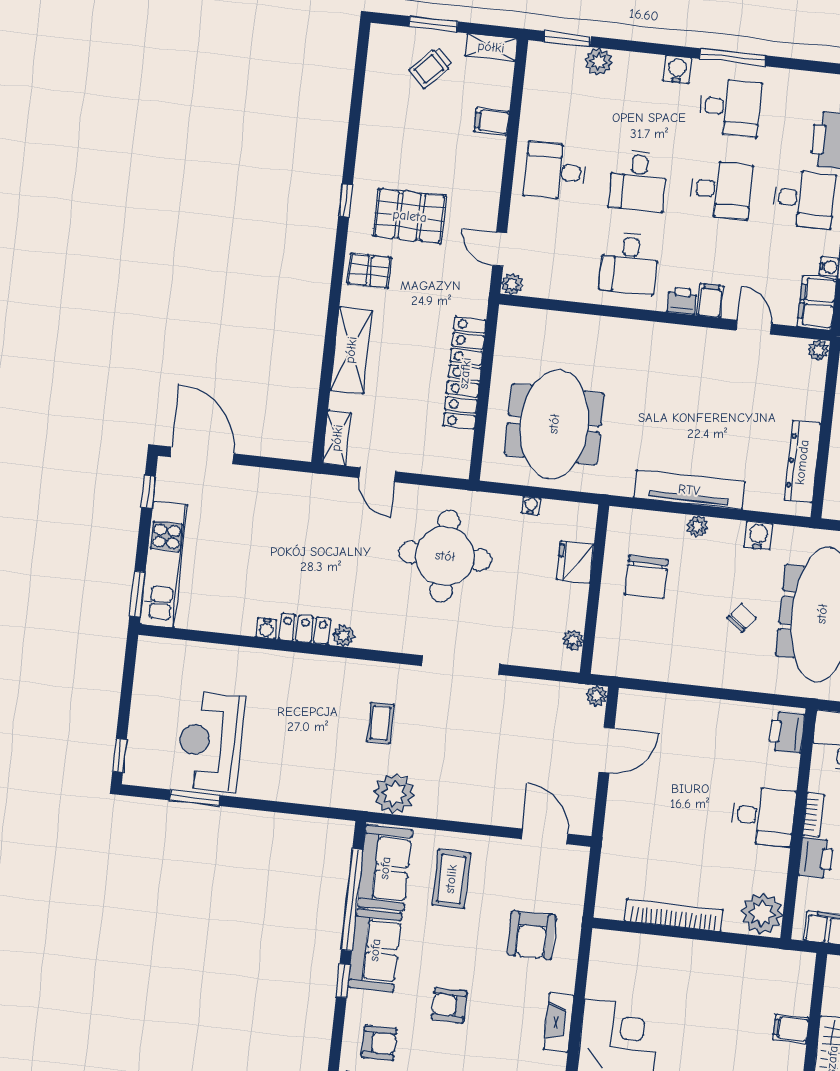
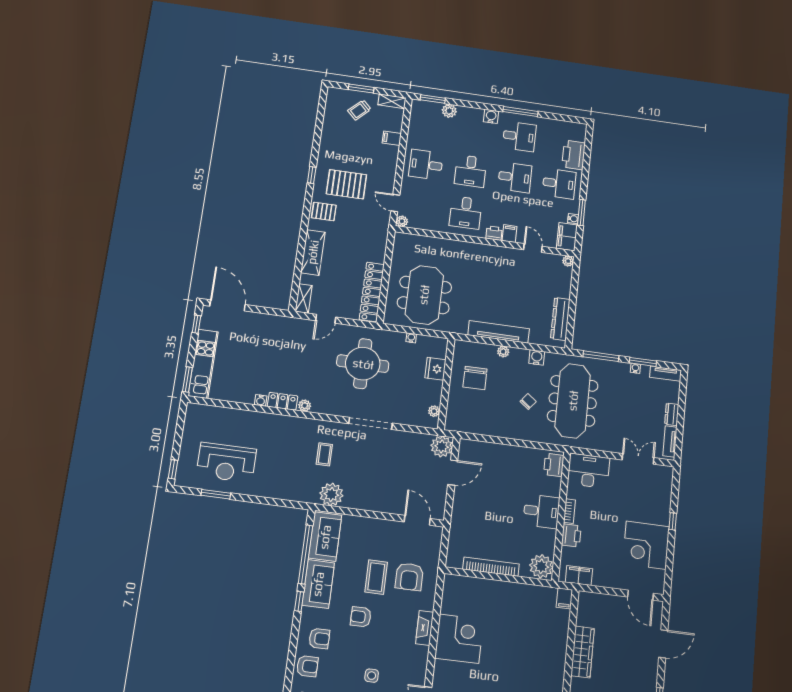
locker: (465, 373) -> (372, 292), moved
door: (377, 475) -> (326, 319), hinge flipped
plant: (597, 696) -> (442, 447), width x1.87, depth x1.87
reception desk: (211, 741) -> (226, 463), turned -90
coffee table: (451, 879) -> (376, 577), moved
filing cabinet: (791, 1029) -> (564, 598), moved, turned -90

